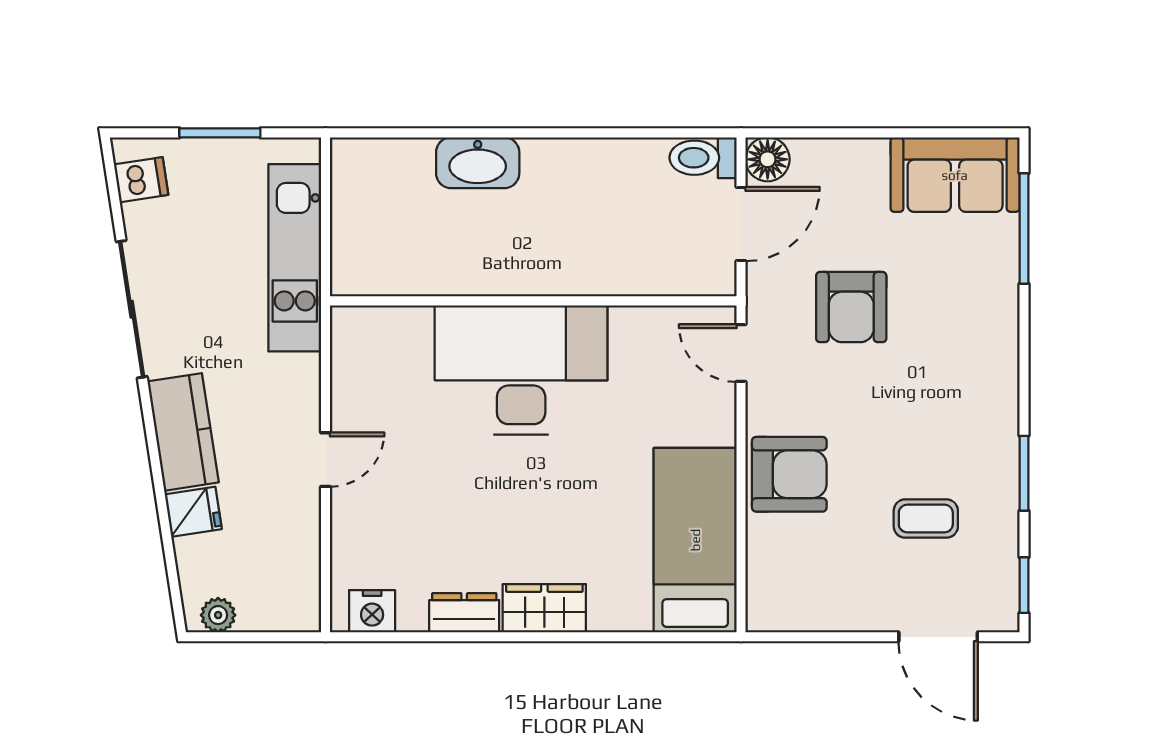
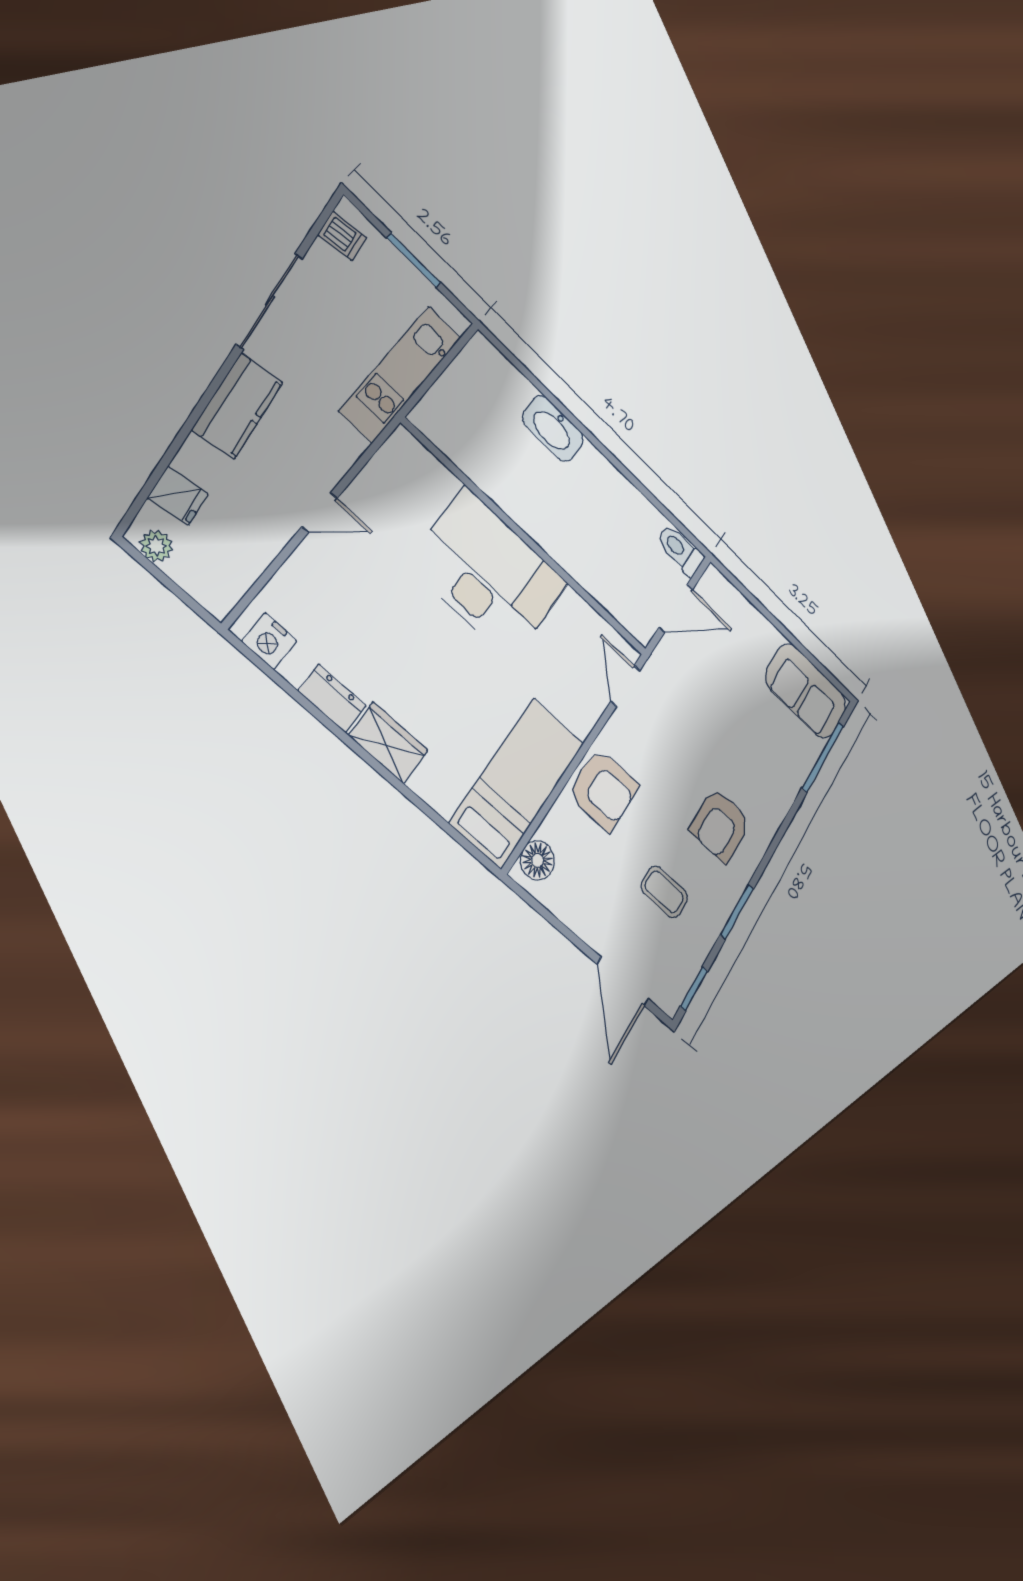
floor lamp: (768, 159) -> (537, 860), moved
armchair: (851, 307) -> (720, 825), moved
fridge: (193, 512) -> (178, 496), moved

